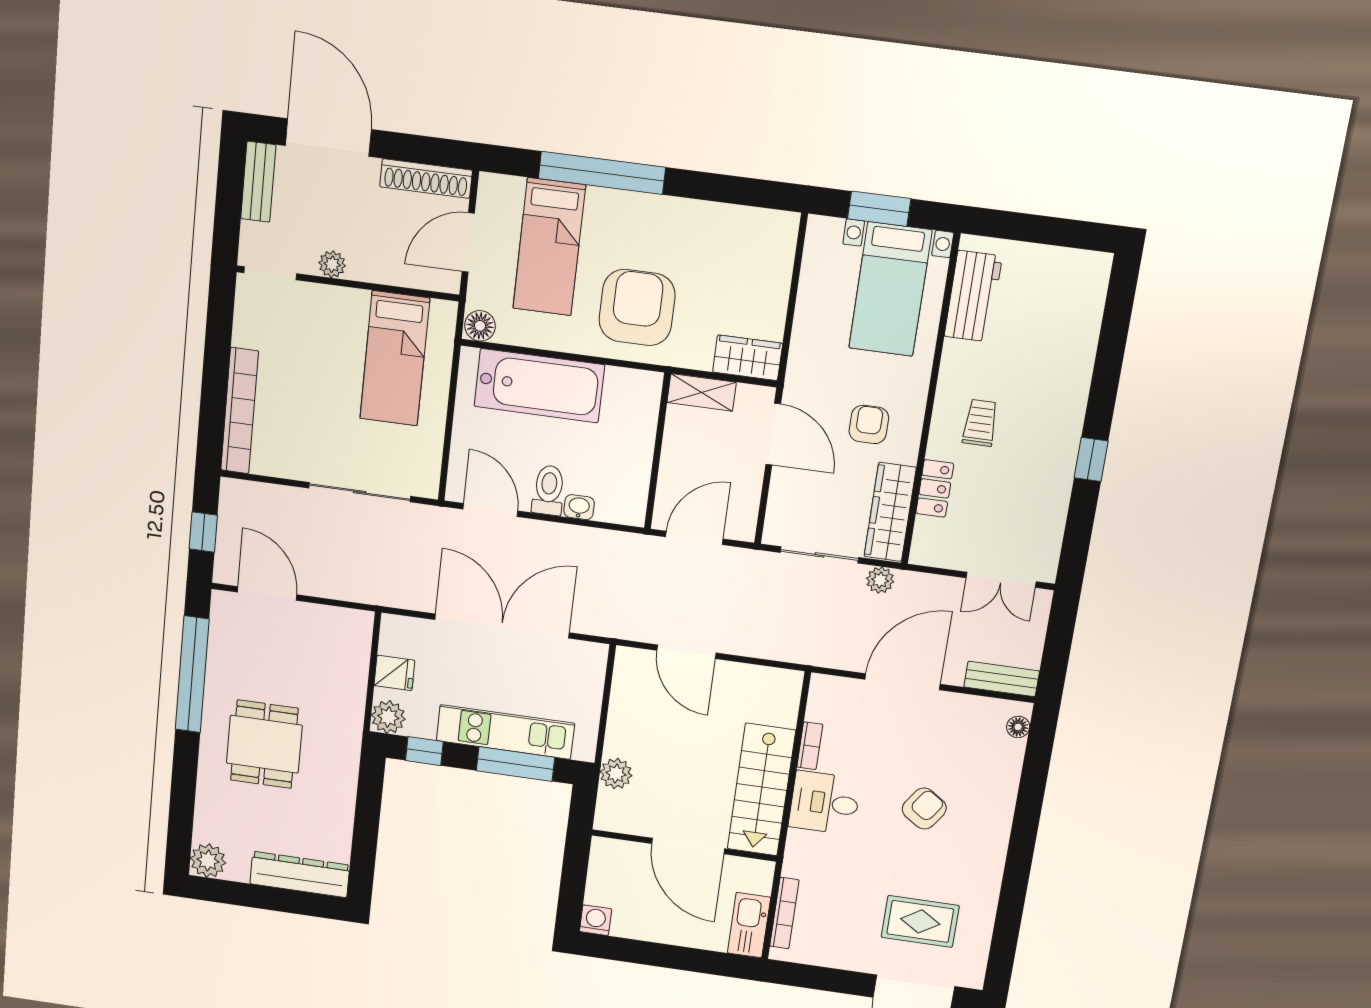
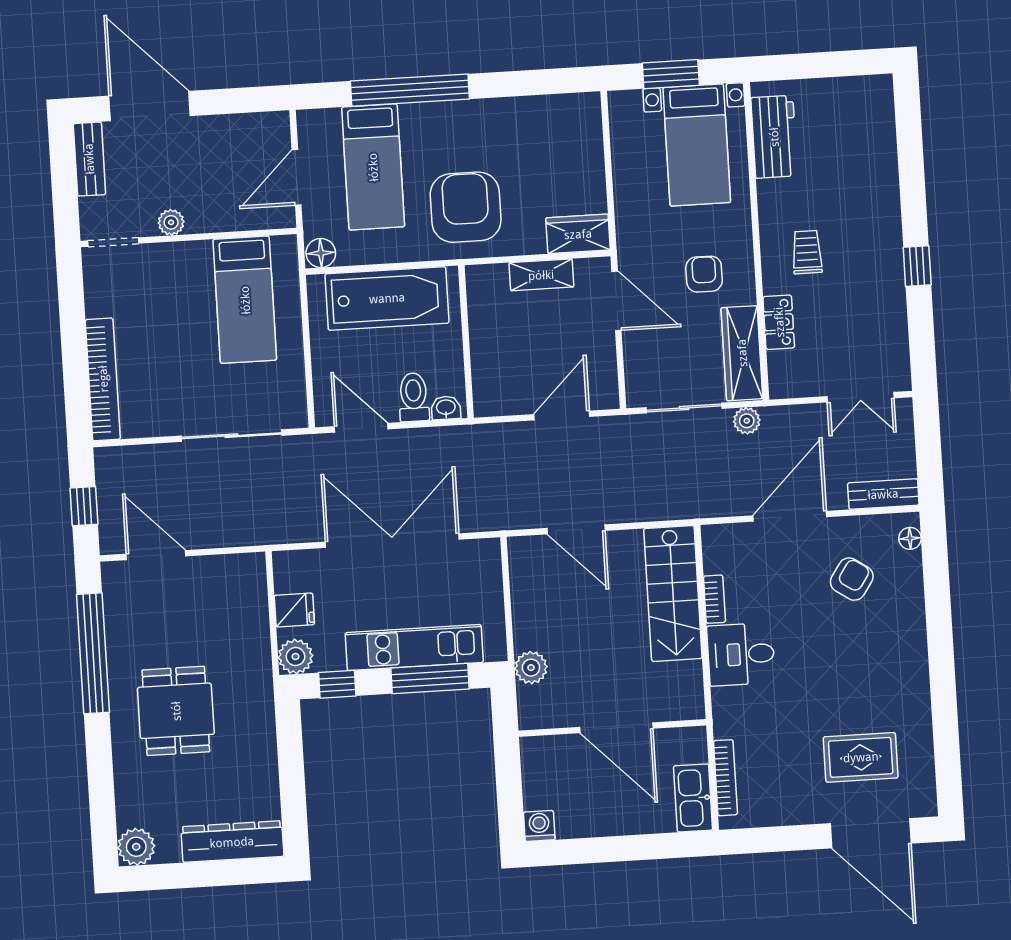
shoe rack: (426, 178) -> (247, 126), removed
wall: (657, 451) -> (466, 342), moved
stairs: (761, 790) -> (673, 594), moved
armchair: (924, 809) -> (852, 579), moved

